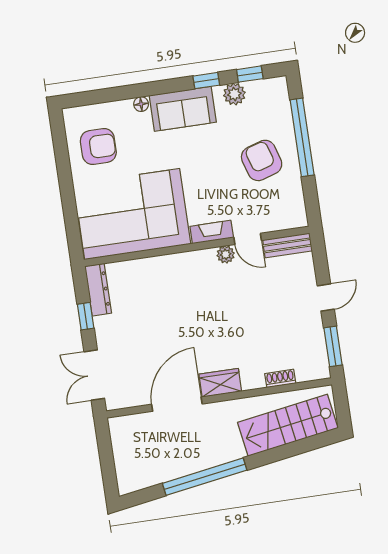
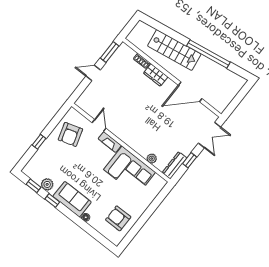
window: (302, 137) -> (39, 142), width x0.32
armchair: (262, 160) -> (70, 134), moved
corner sofa: (132, 214) -> (130, 171), width x0.73, depth x0.74
bench: (287, 245) -> (87, 107), removed
plant: (226, 254) -> (152, 159), moved
wardrobe: (220, 383) -> (156, 75), moved
stairs: (288, 425) -> (174, 50), moved

